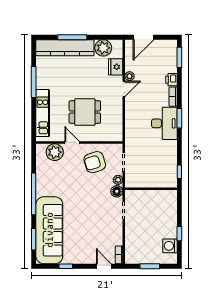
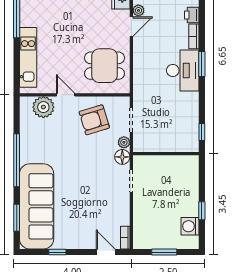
dining table: (85, 112) -> (105, 66), moved

